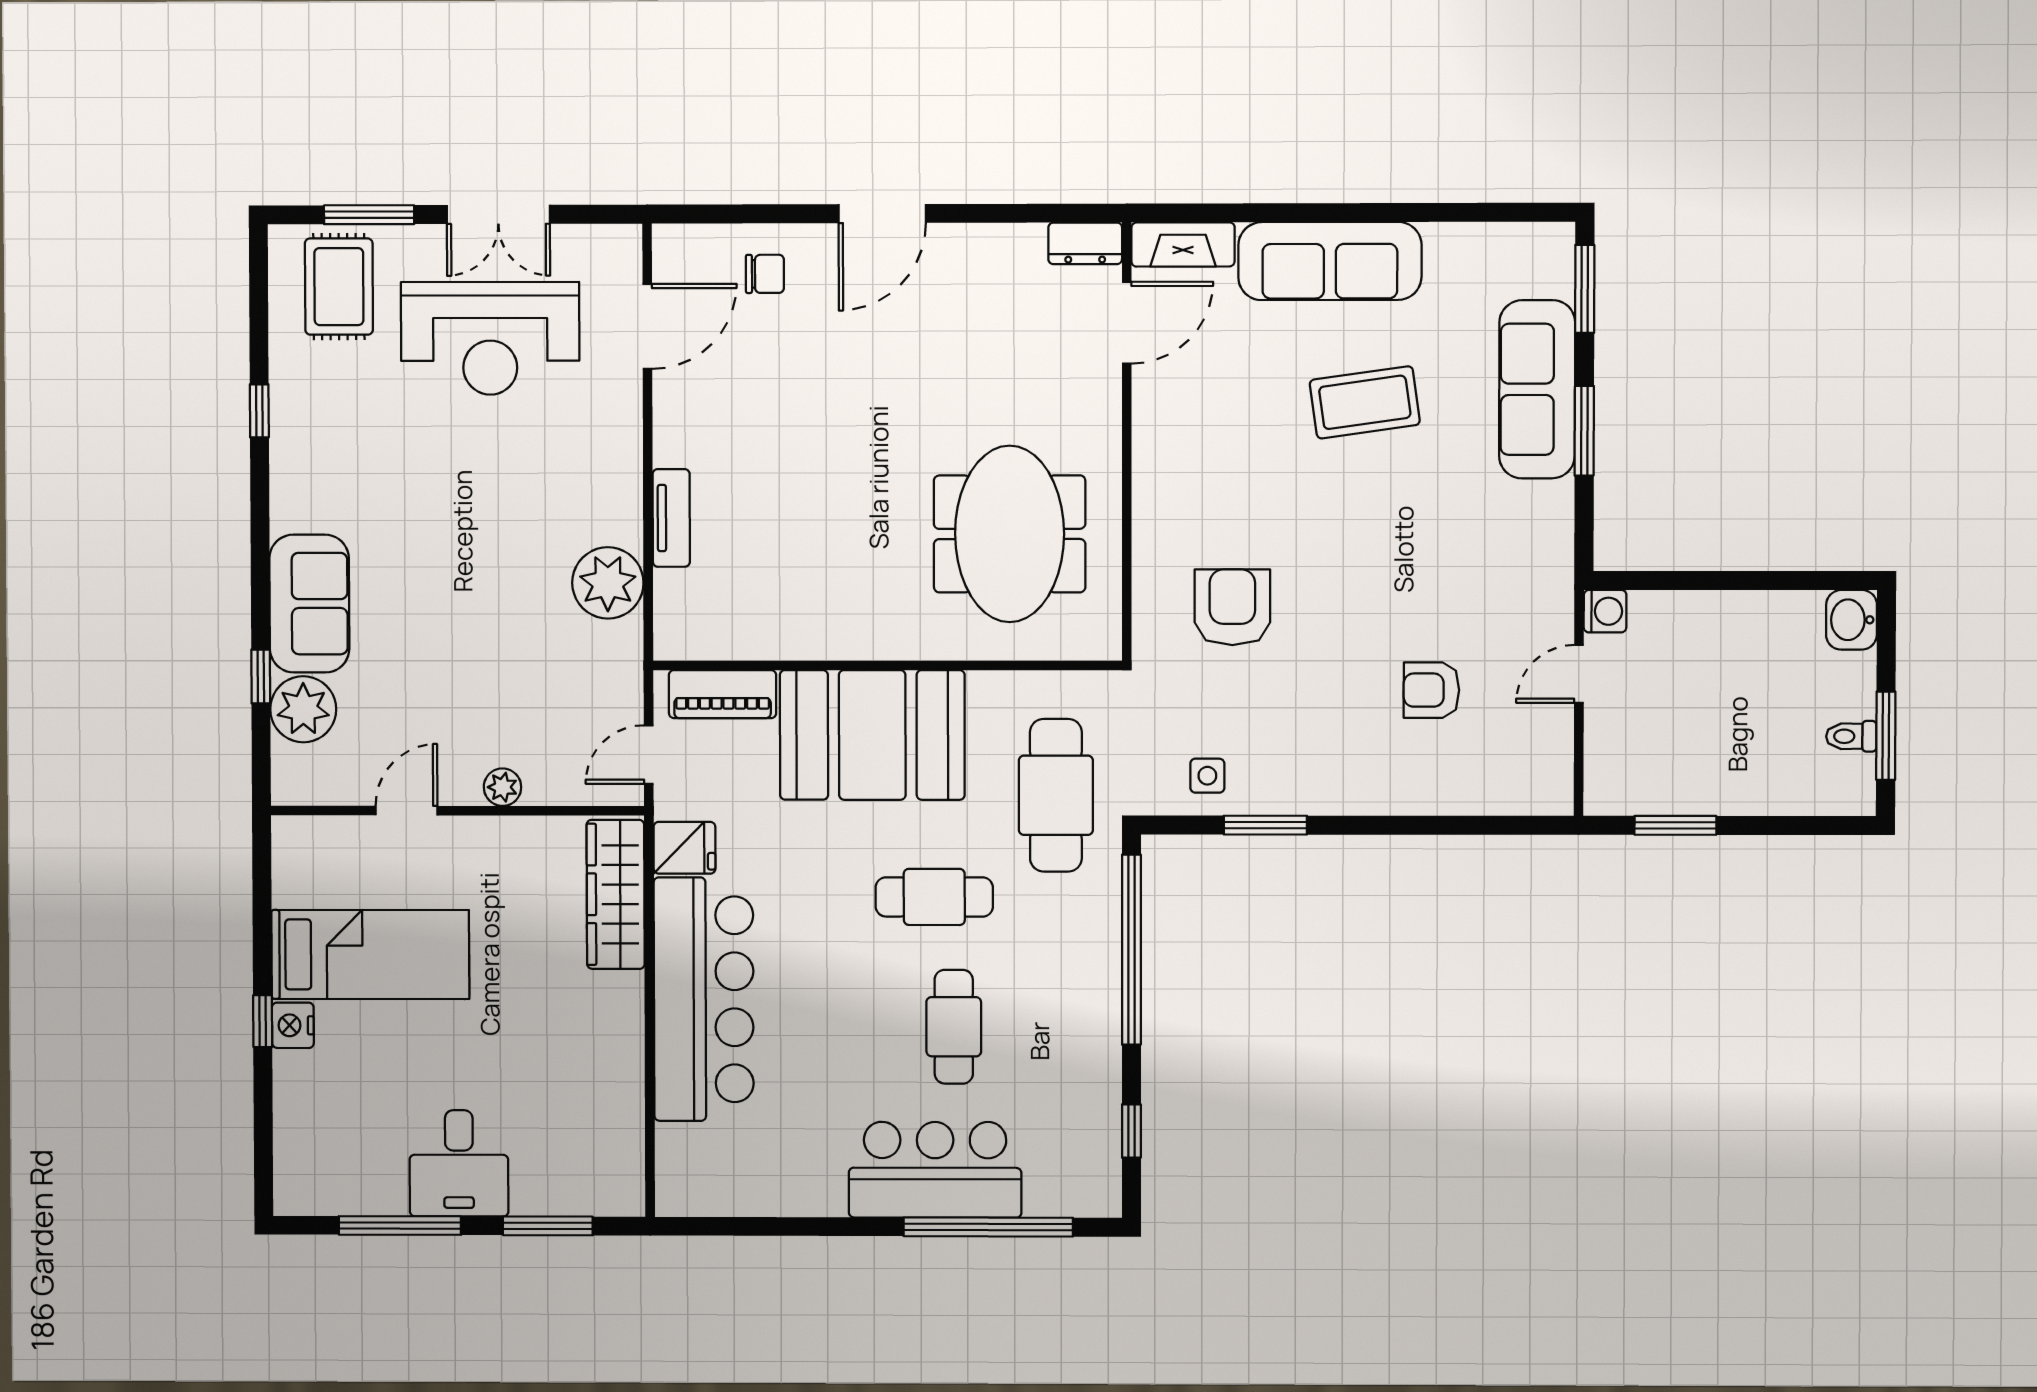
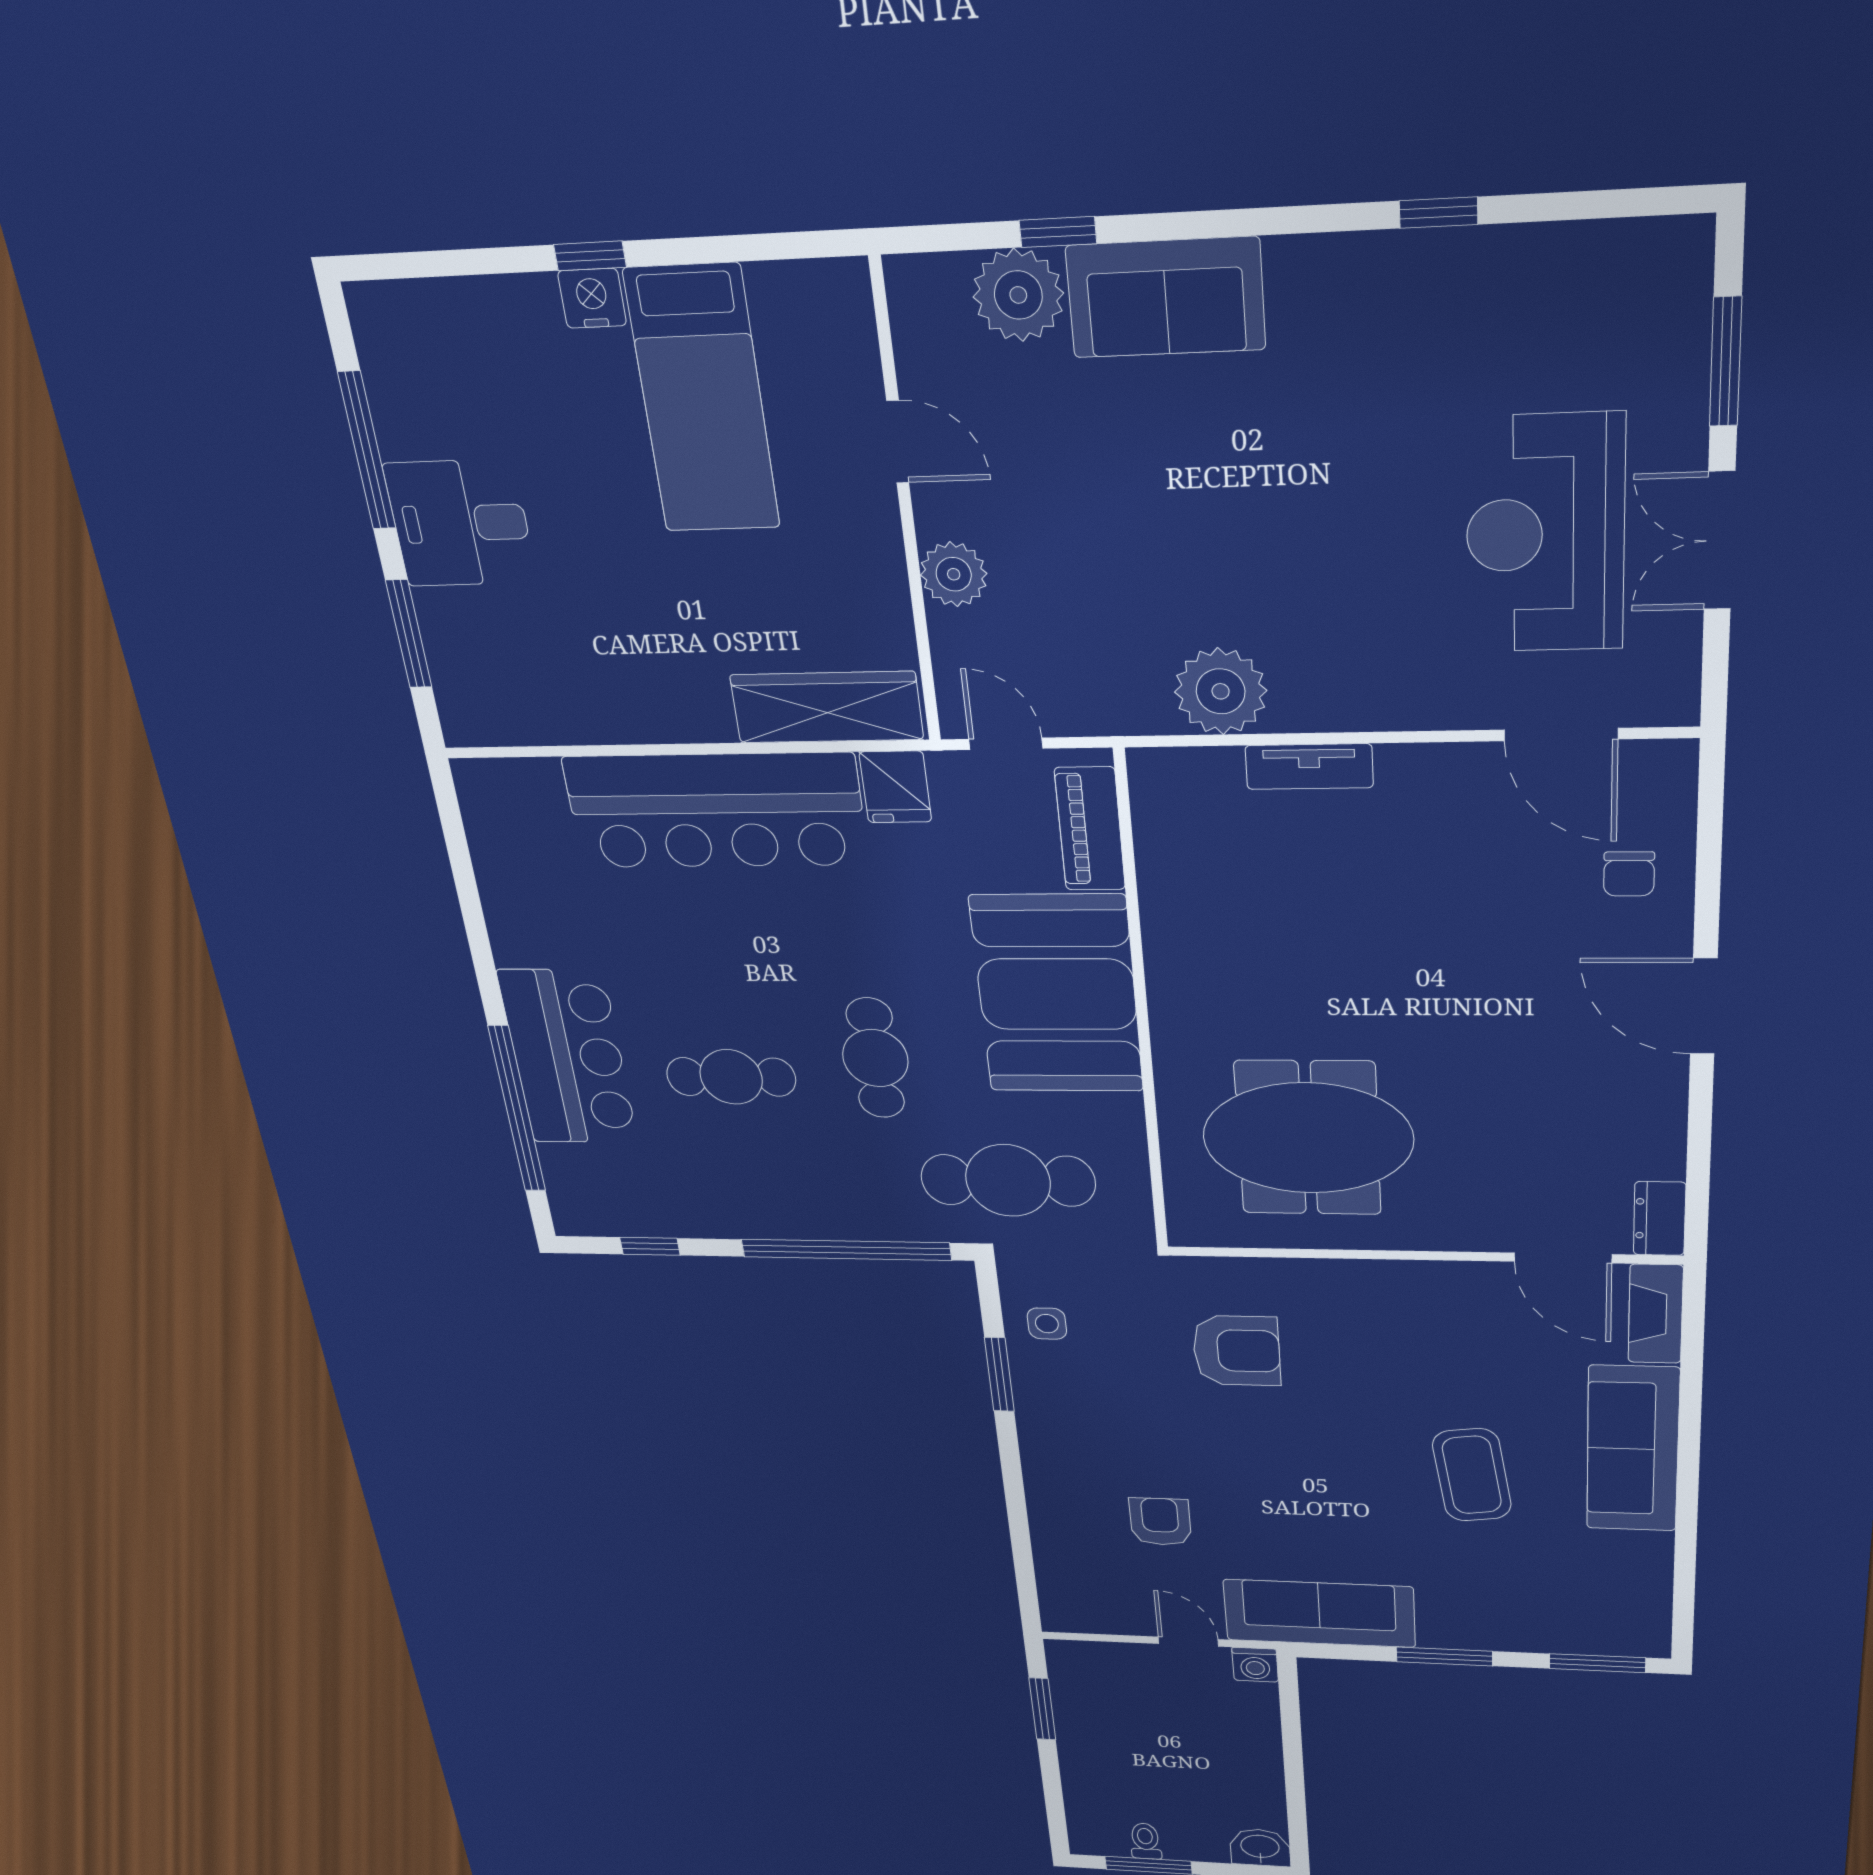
rug: (339, 287) -> (1621, 322), removed
sofa: (1537, 389) -> (1319, 1613), moved
plant: (502, 787) -> (954, 574), width x1.38, depth x1.38

